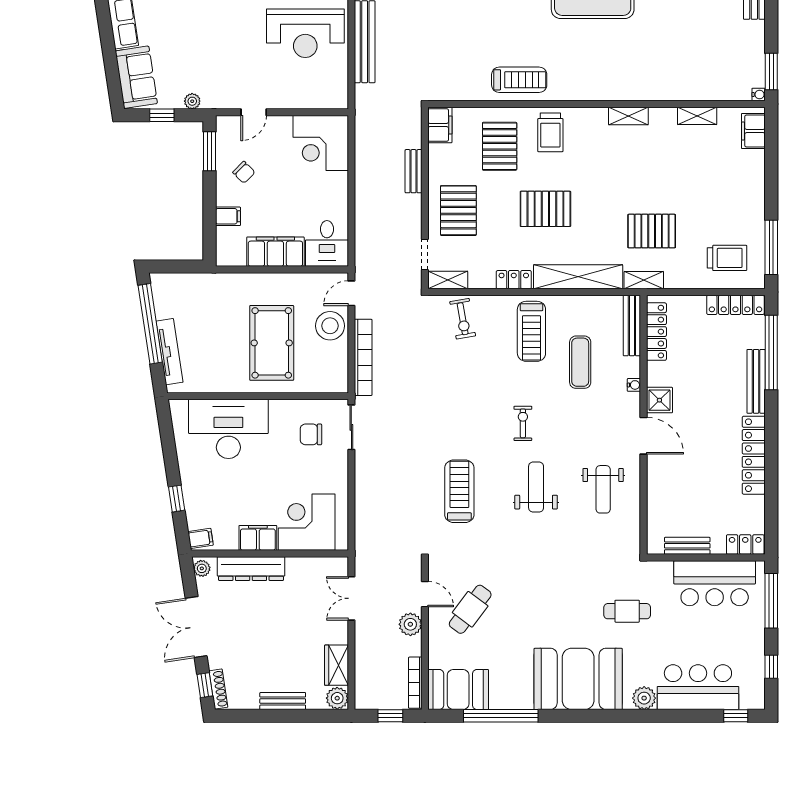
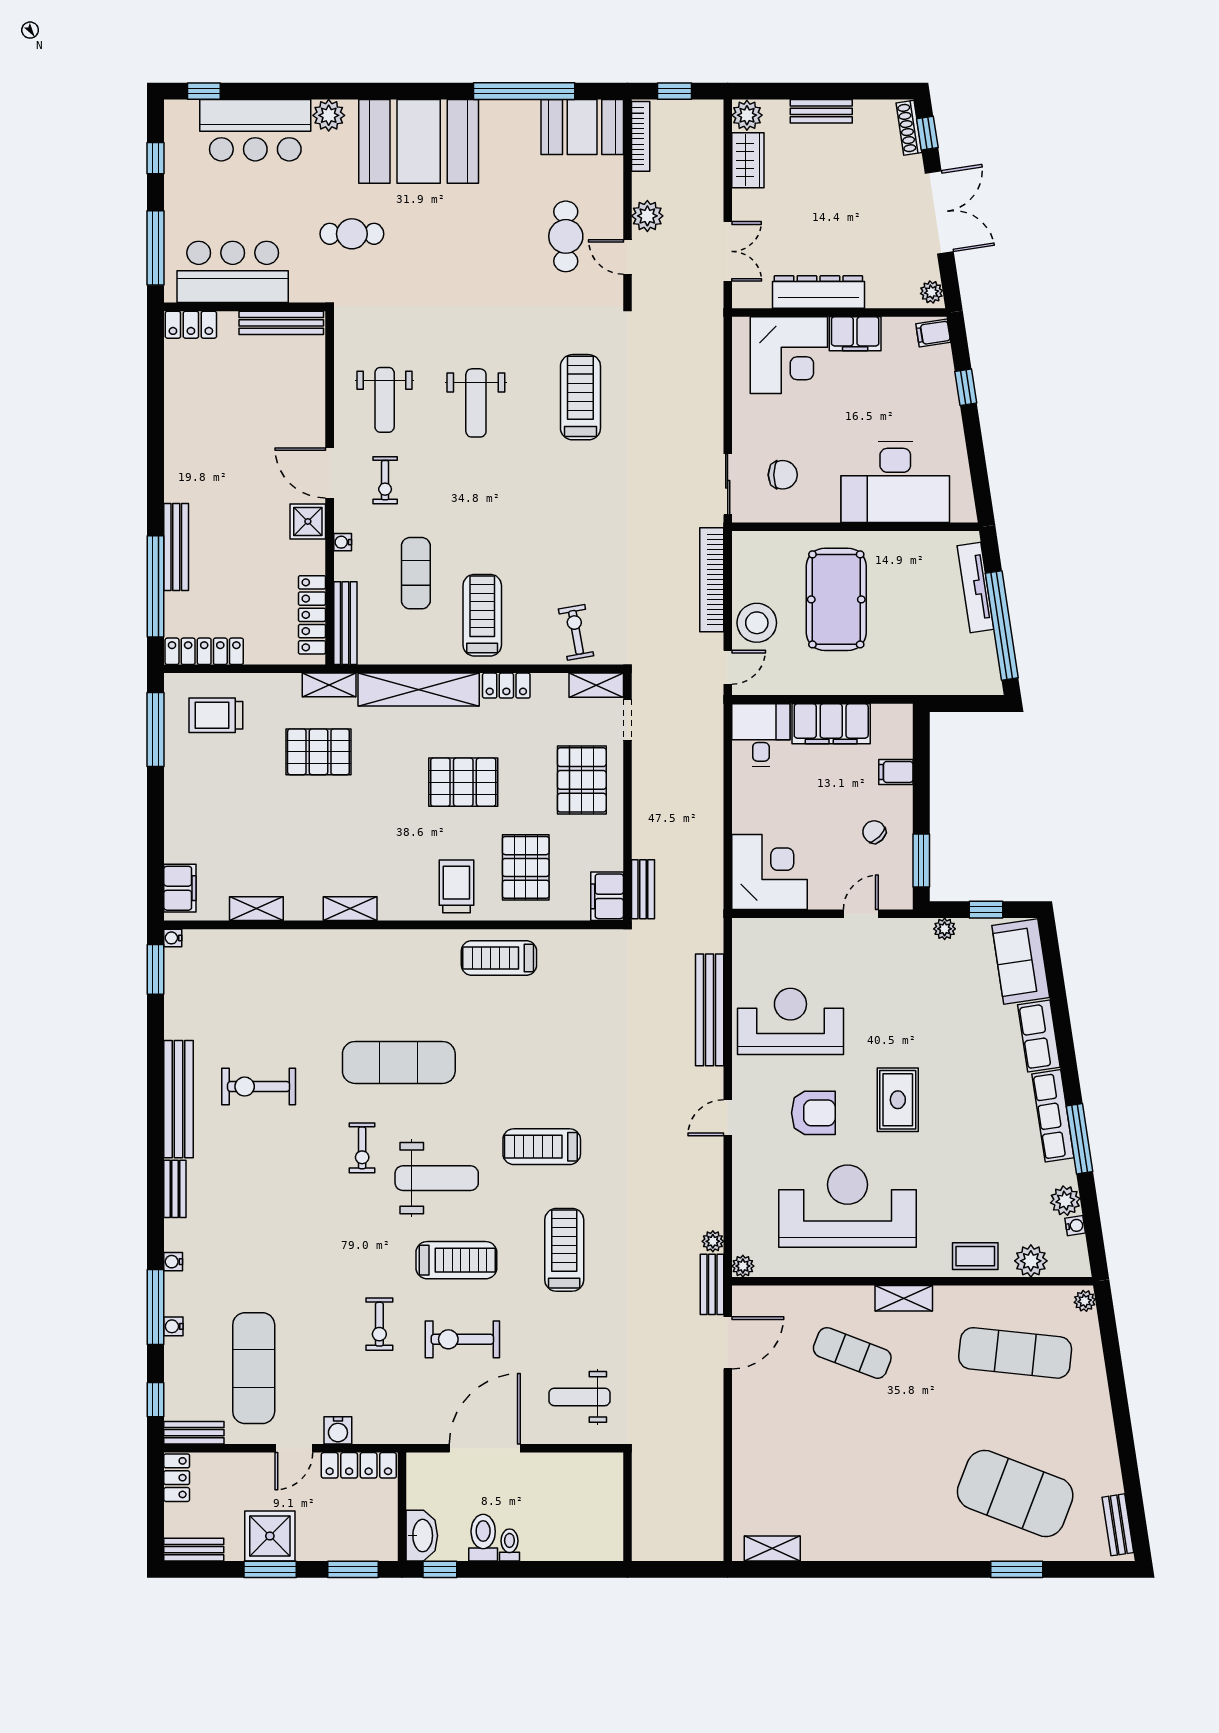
bench: (414, 171) -> (643, 889), moved
exercise bike: (523, 423) -> (385, 480), moved
locker: (754, 455) -> (179, 446), removed
weight bench: (603, 489) -> (385, 400), turned 180
treadmill: (459, 491) -> (580, 397), turned 180
bench: (687, 546) -> (281, 323), width x1.36
dresser: (251, 569) -> (818, 292), moved
cafe table: (470, 609) -> (566, 236), turned -37

